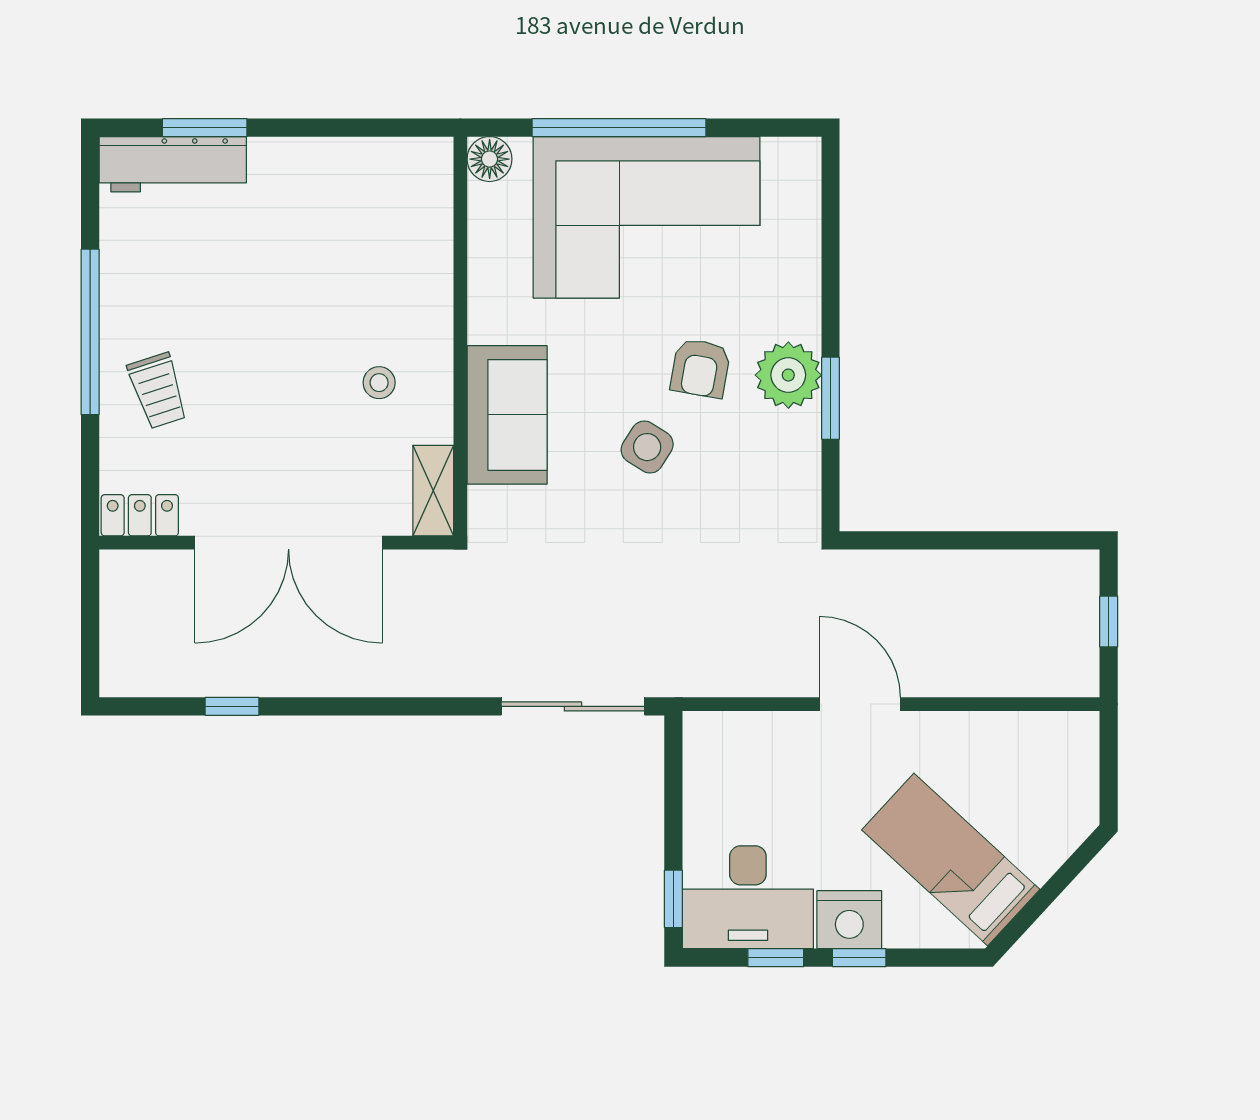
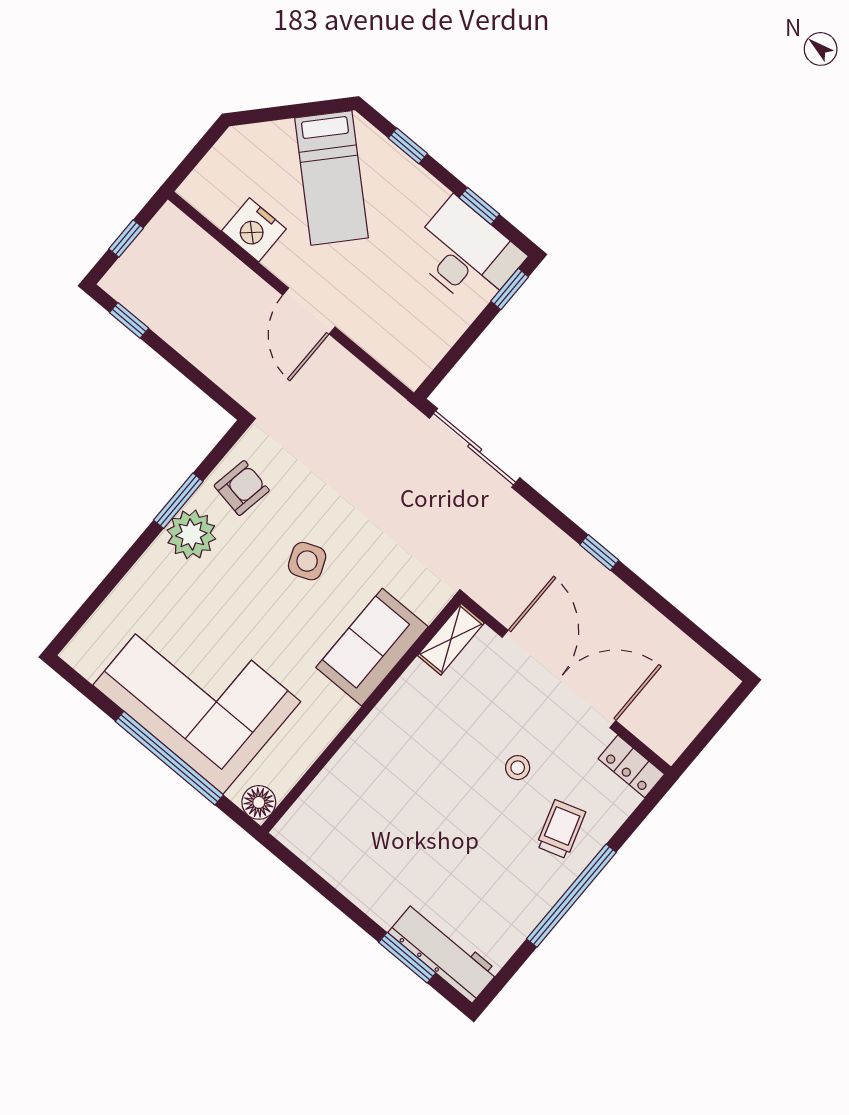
armchair: (700, 368) -> (242, 488), moved
stool: (379, 383) -> (518, 768), moved
side table: (647, 447) -> (307, 561), turned 36
window: (1035, 540) -> (129, 320), added
window: (232, 706) -> (599, 552), moved
nightstand: (849, 920) -> (254, 230), moved, turned 180
window: (859, 958) -> (408, 146), moved

